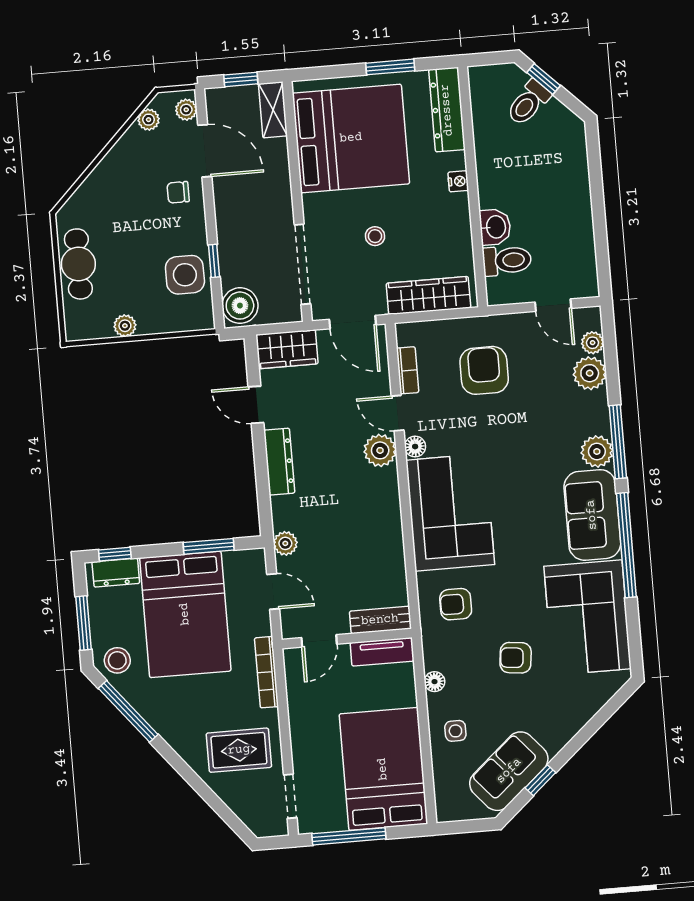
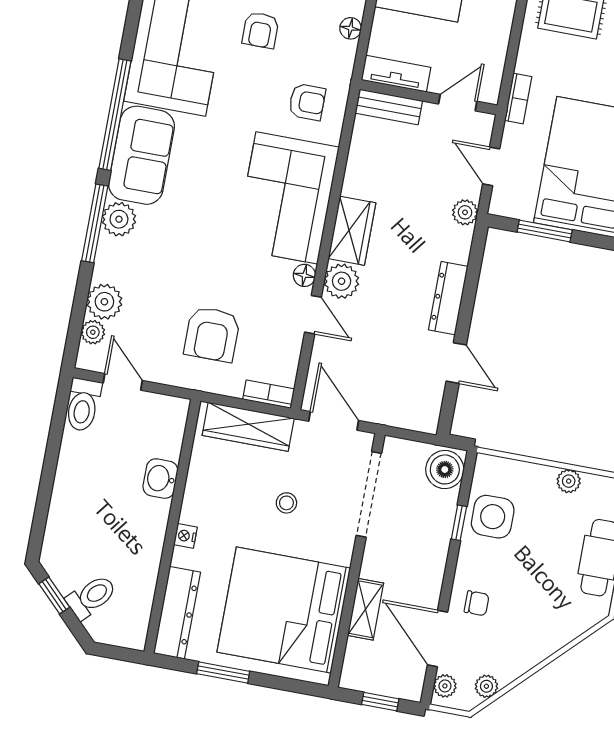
window: (544, 79) -> (54, 595), moved
shelving: (273, 110) -> (365, 609), moved
toilet: (507, 260) -> (83, 405), moved, turned -90
wardrobe: (287, 349) -> (352, 231), moved, turned 90
bookcase: (408, 370) -> (269, 394), moved, turned 90
armchair: (516, 658) -> (261, 30), turned 84
bookcase: (266, 672) -> (518, 99), width x0.64

